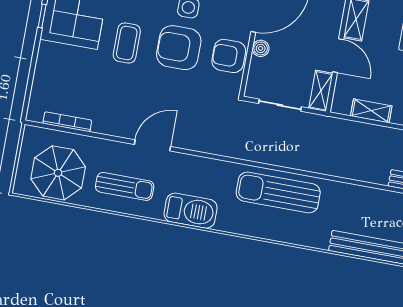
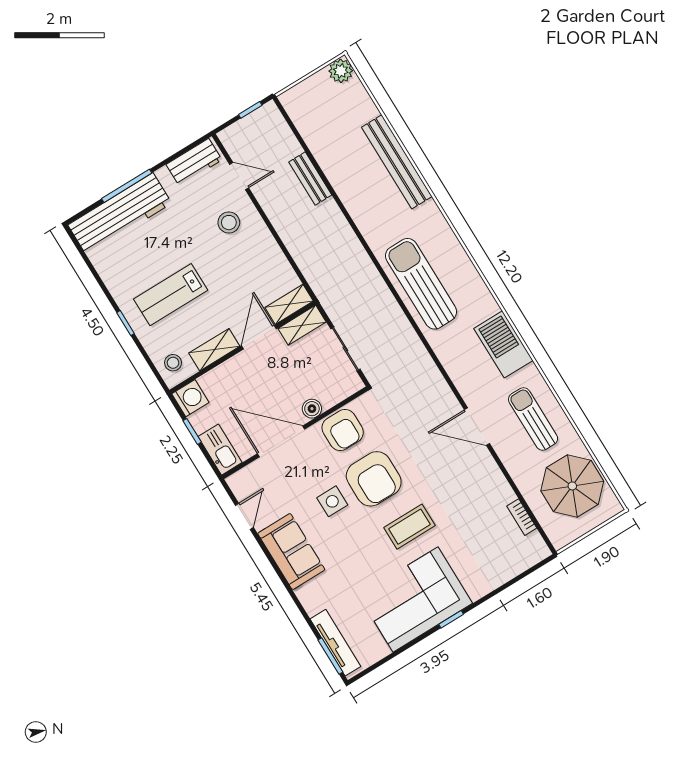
shelving: (371, 111) -> (289, 304), moved, turned 90
bookcase: (67, 122) -> (522, 517), width x0.64
sun lounger: (278, 193) -> (421, 284), turned 180

